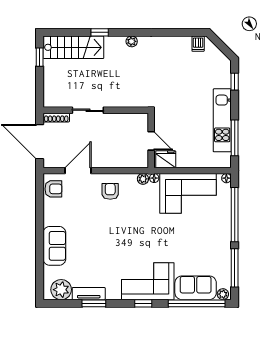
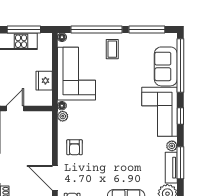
door: (151, 141) -> (15, 109), moved
fridge: (166, 159) -> (44, 81), moved
armchair: (110, 191) -> (74, 147), turned -90
coffee table: (214, 231) -> (112, 49), added
plant: (223, 294) -> (172, 146), moved
window: (94, 303) -> (180, 163), width x1.44

